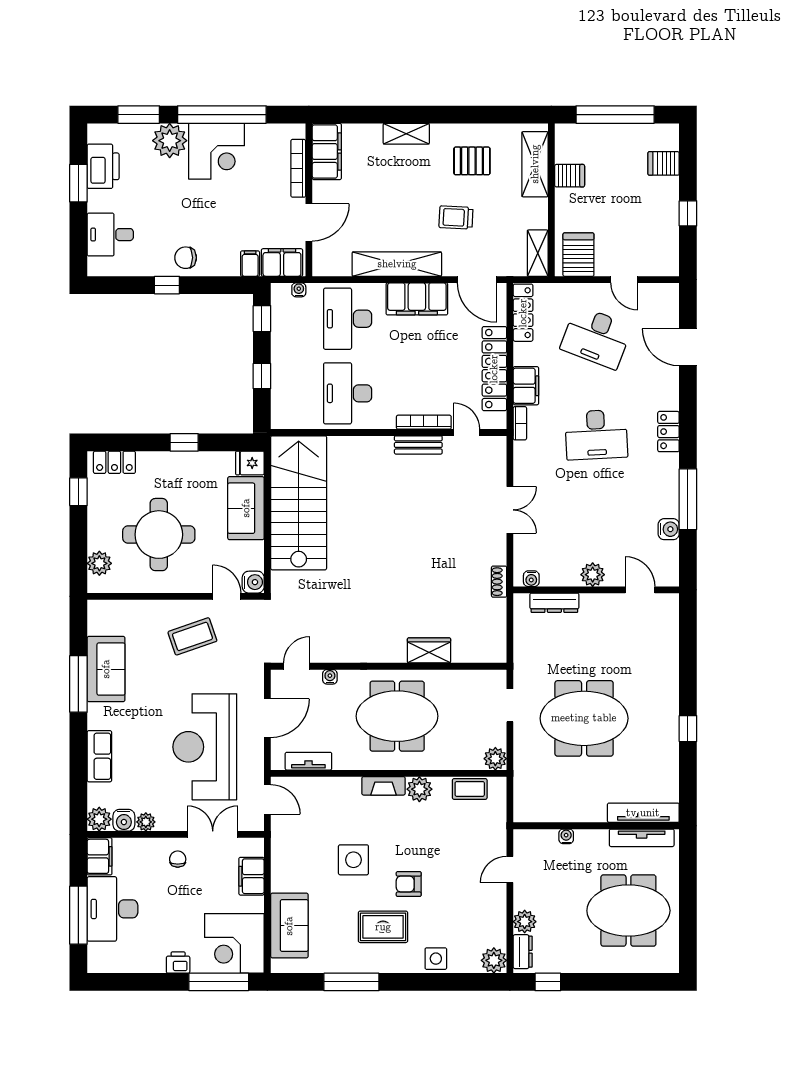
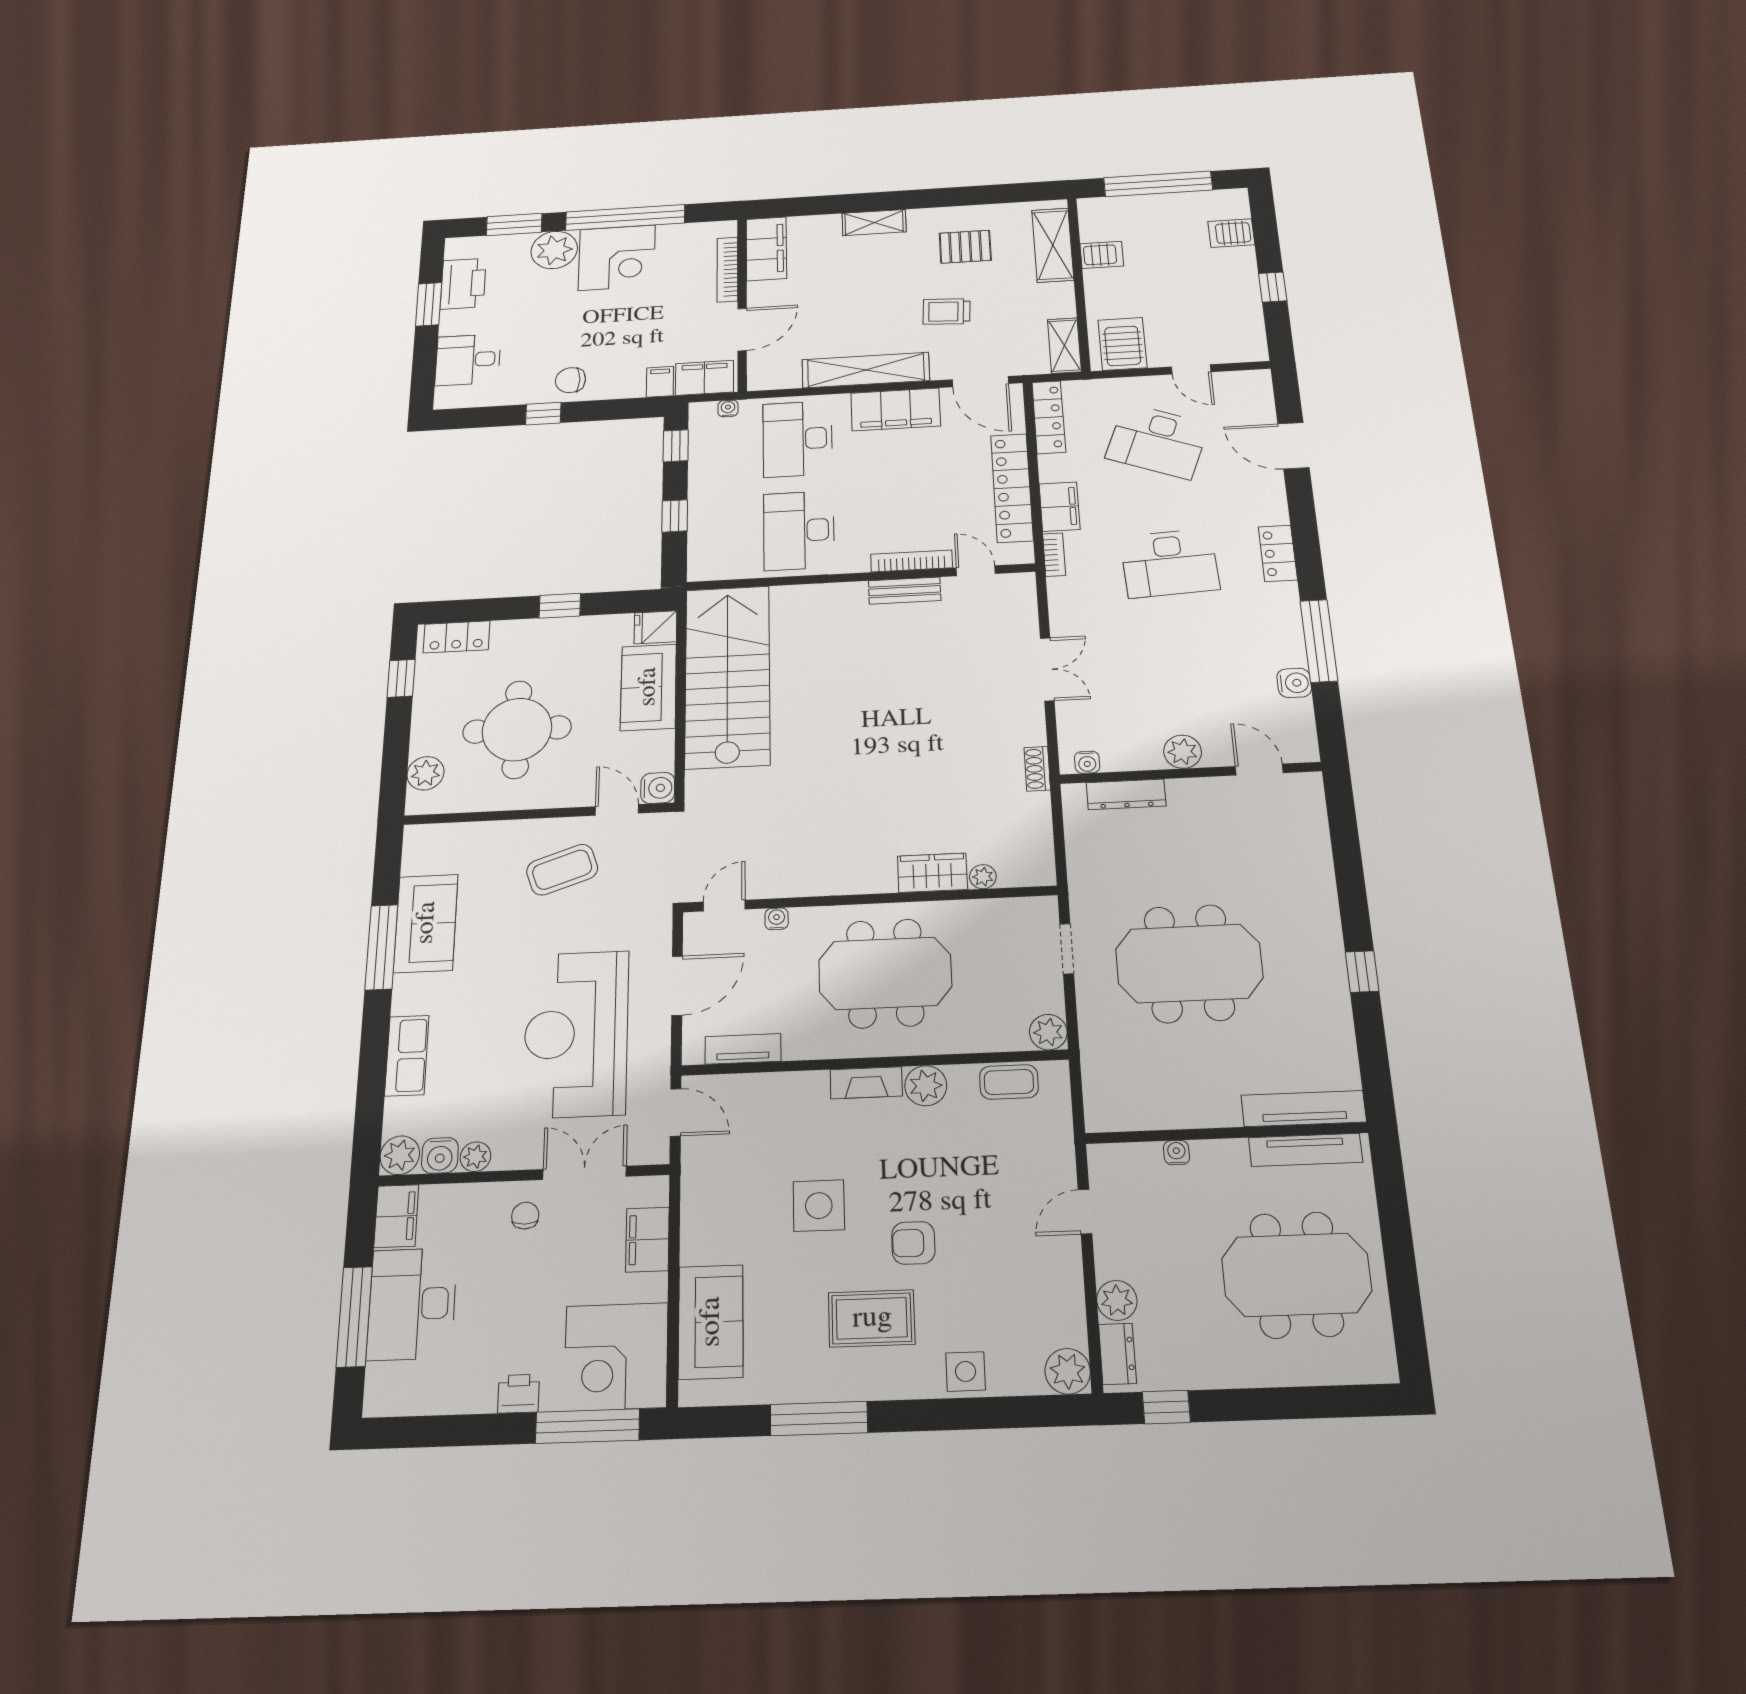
plant: (461, 655) -> (983, 877), added

